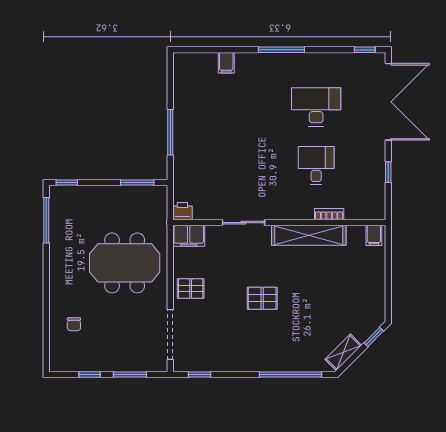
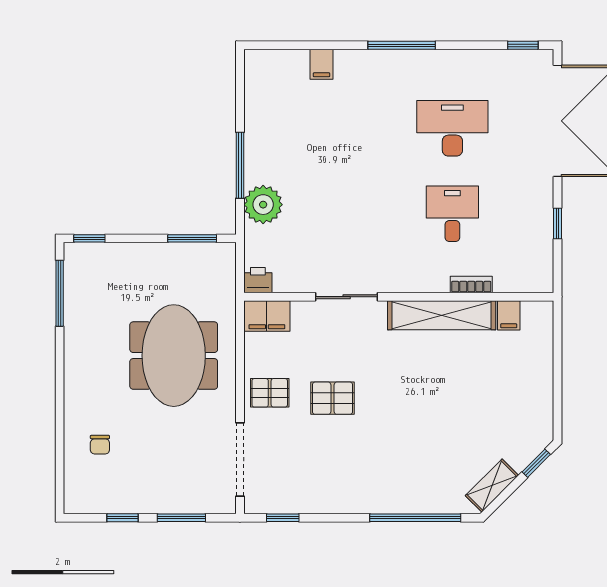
plant: (186, 159) -> (263, 205), added
filing cabinet: (374, 235) -> (509, 315), moved
meeting table: (125, 263) -> (174, 356), turned 90
pallet: (262, 298) -> (333, 398), moved

